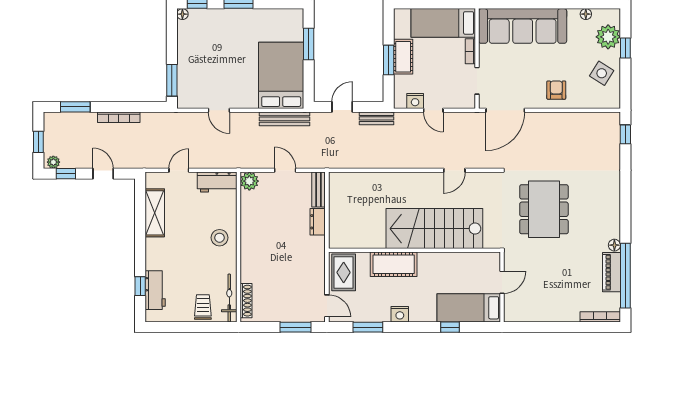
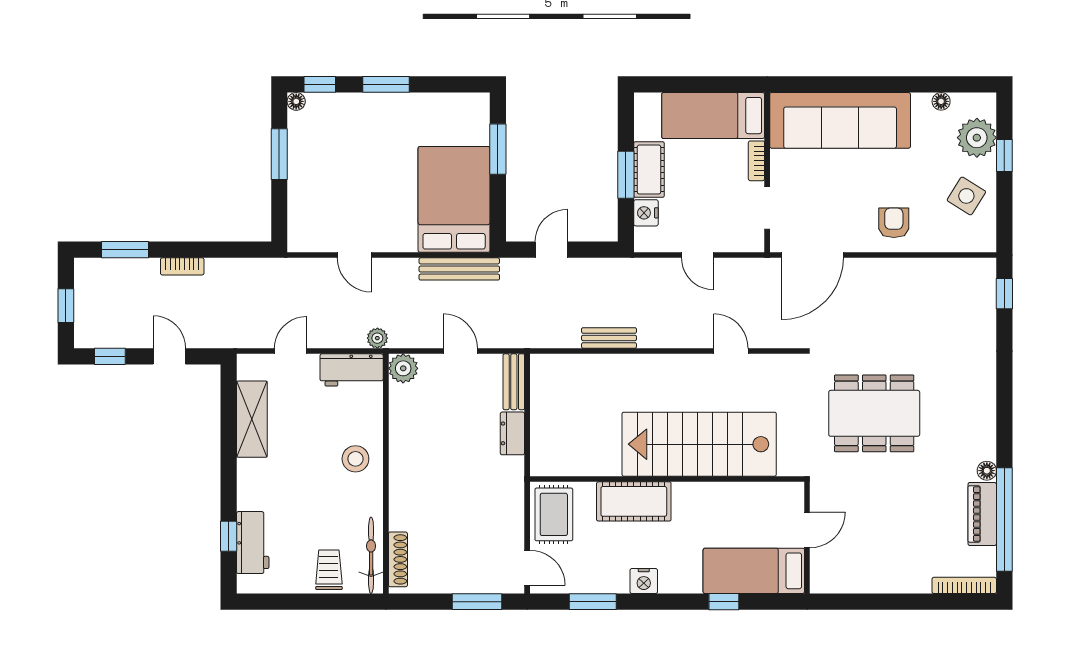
window: (172, 80) -> (279, 154), moved
nightstand: (415, 101) -> (646, 213), moved, turned 90
bookcase: (119, 117) -> (182, 266), width x0.64
bench: (376, 118) -> (609, 338), moved
plant: (53, 162) -> (377, 338), moved
door: (454, 170) -> (731, 351), swing flipped
dining table: (544, 209) -> (874, 413), turned 90

